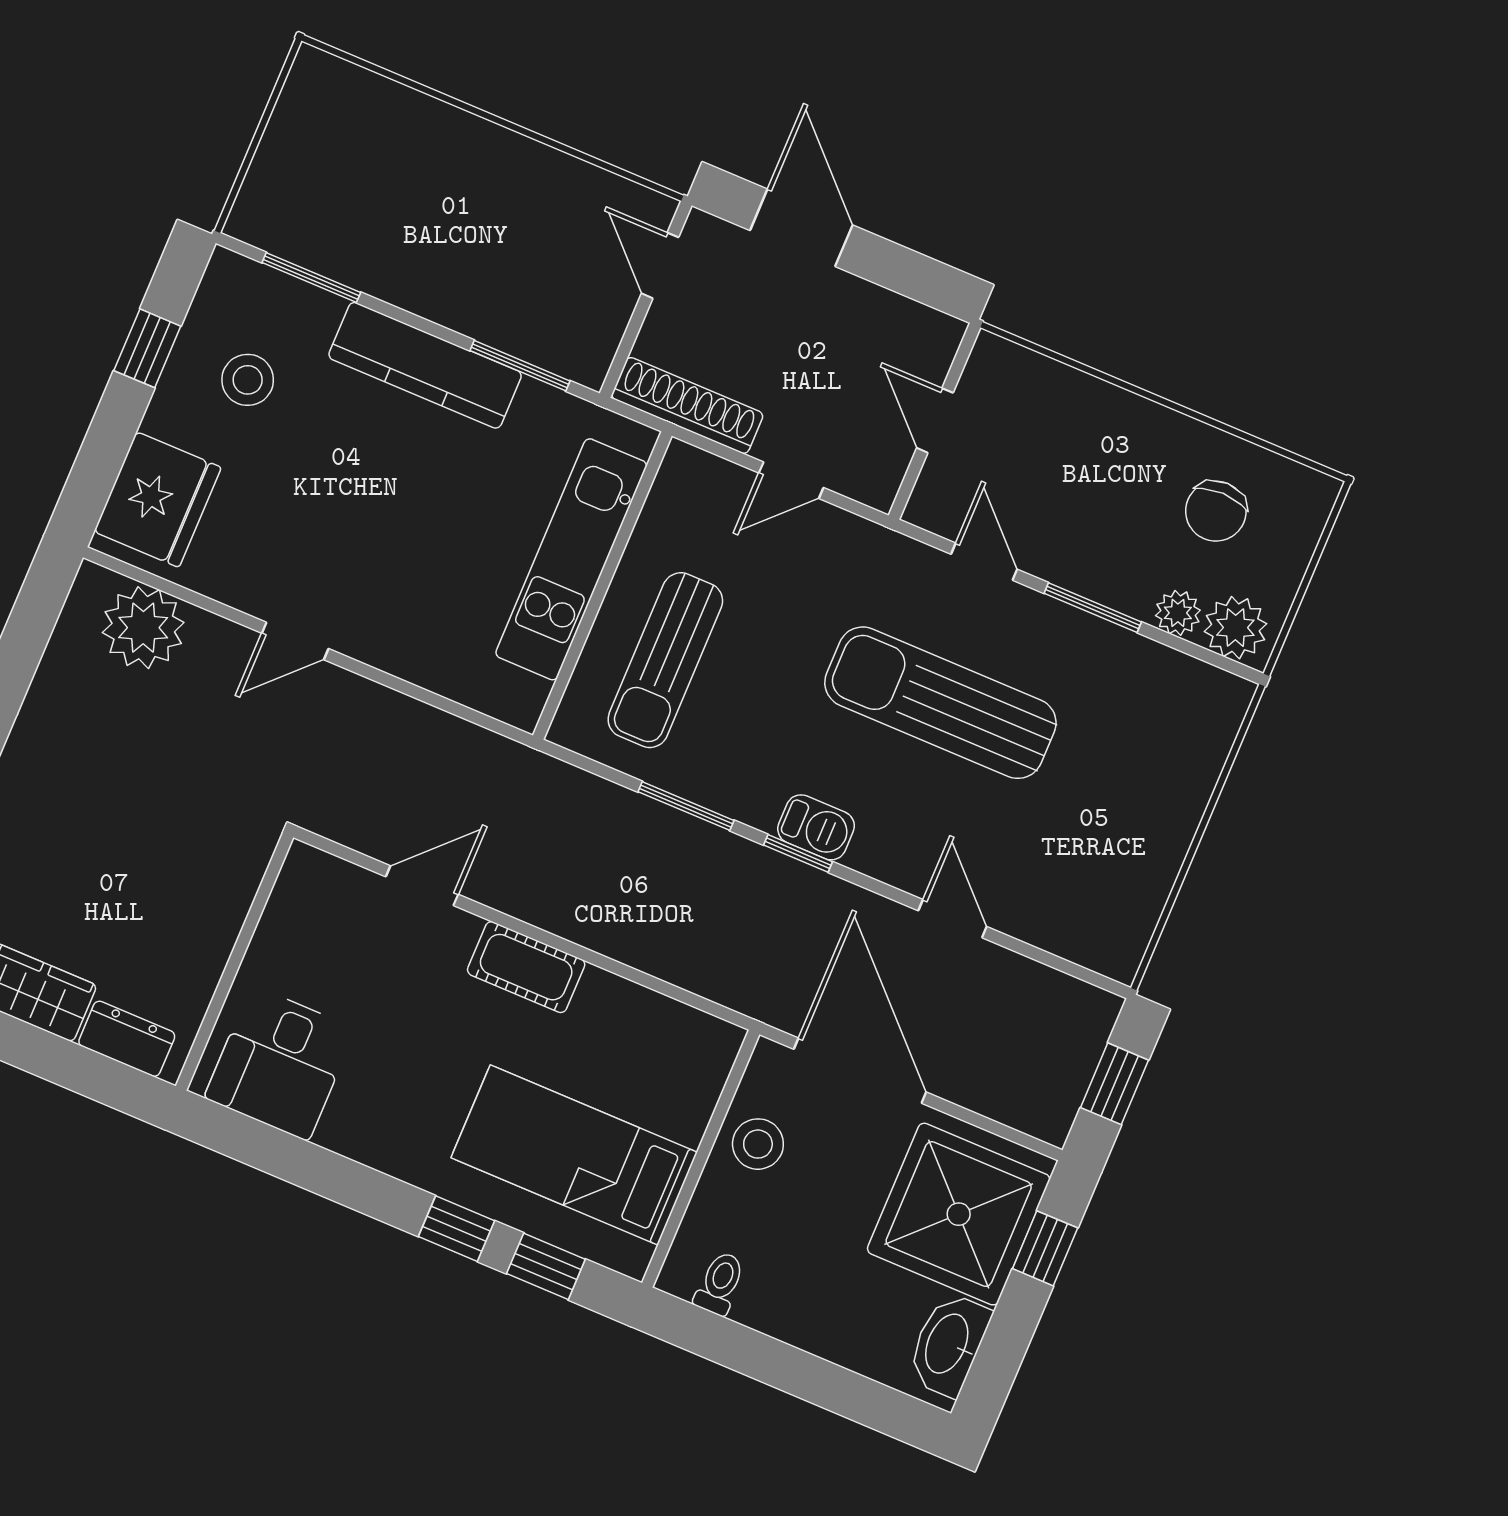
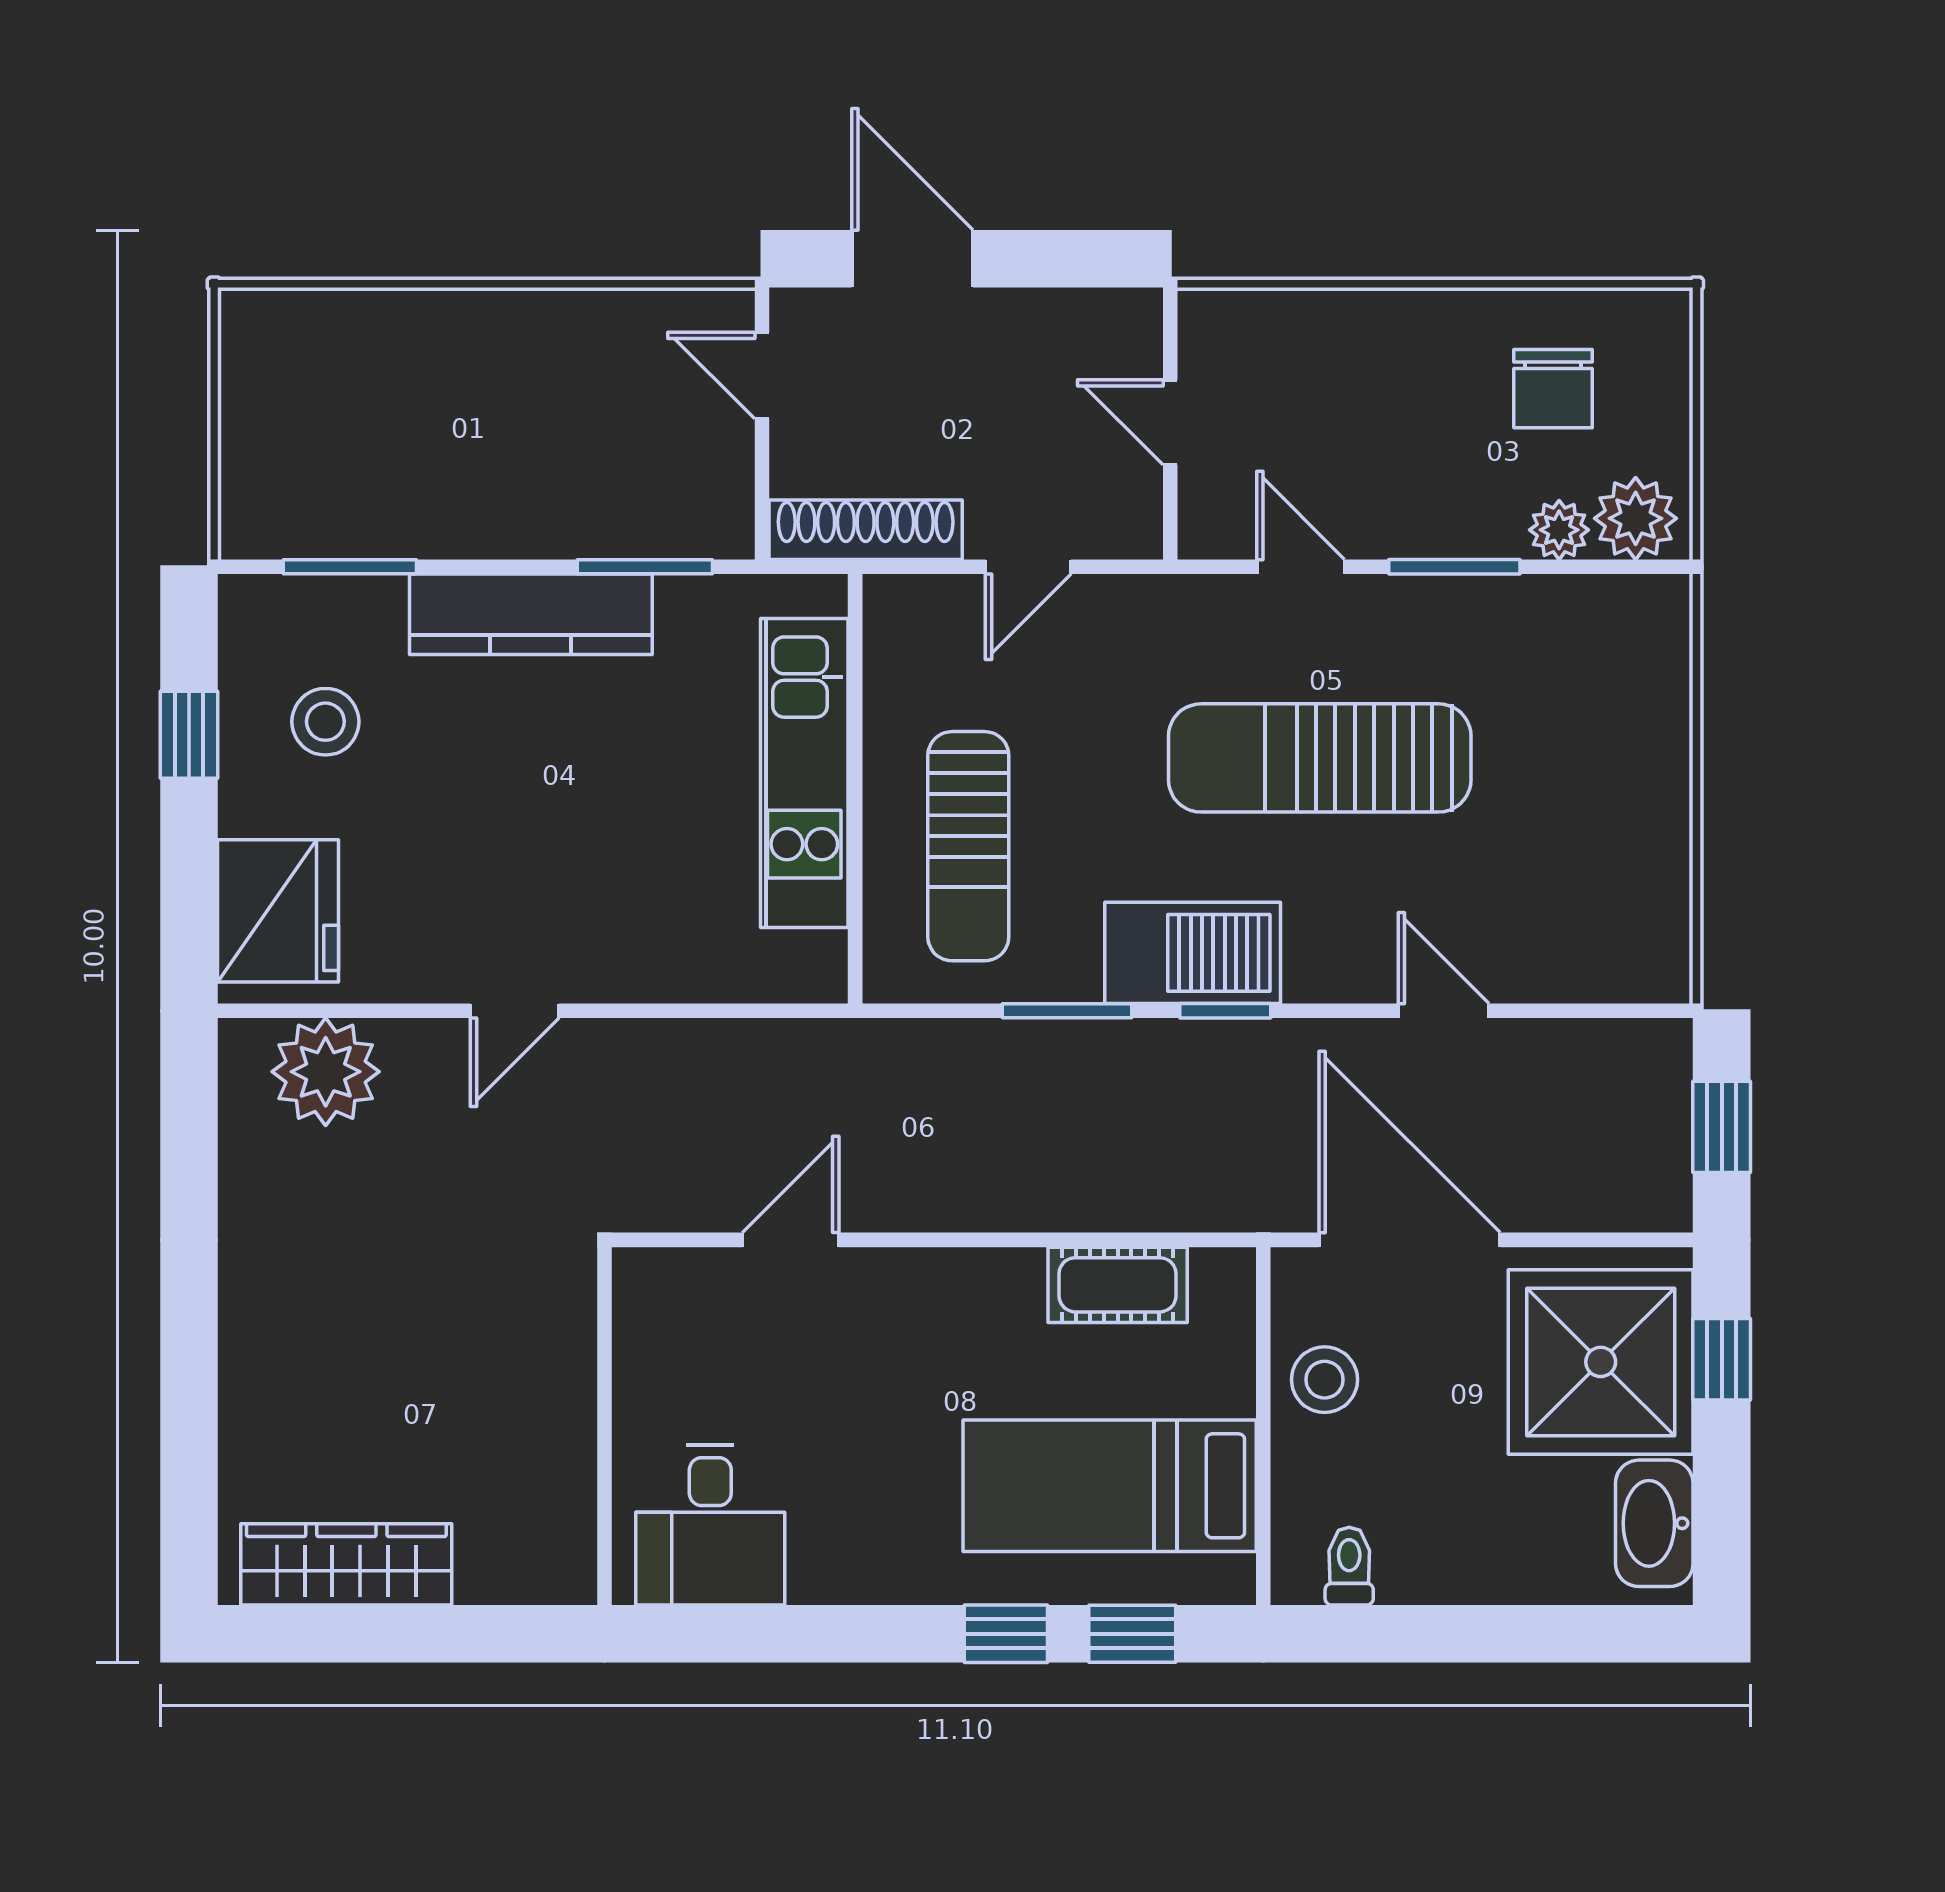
barbecue: (816, 827) -> (1193, 953), width x1.88, depth x1.53
cot: (526, 967) -> (1118, 1285), moved
dresser: (127, 1039) -> (514, 1573), removed

